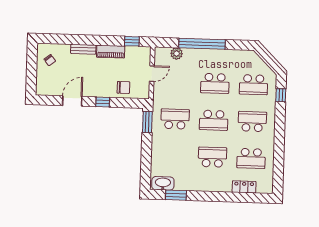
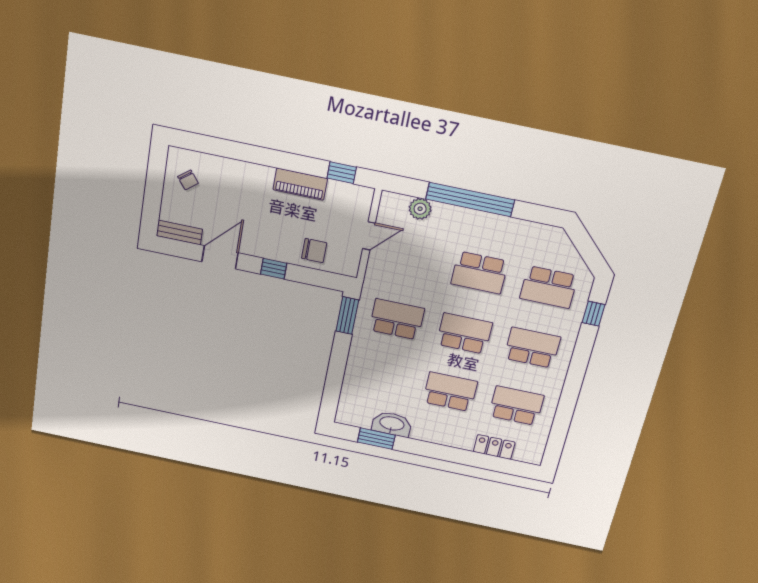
bench: (83, 49) -> (179, 233), moved
school desk: (214, 120) -> (464, 333), turned 180
school desk: (251, 158) -> (516, 406), turned 180
washbasin: (163, 183) -> (392, 424), moved

